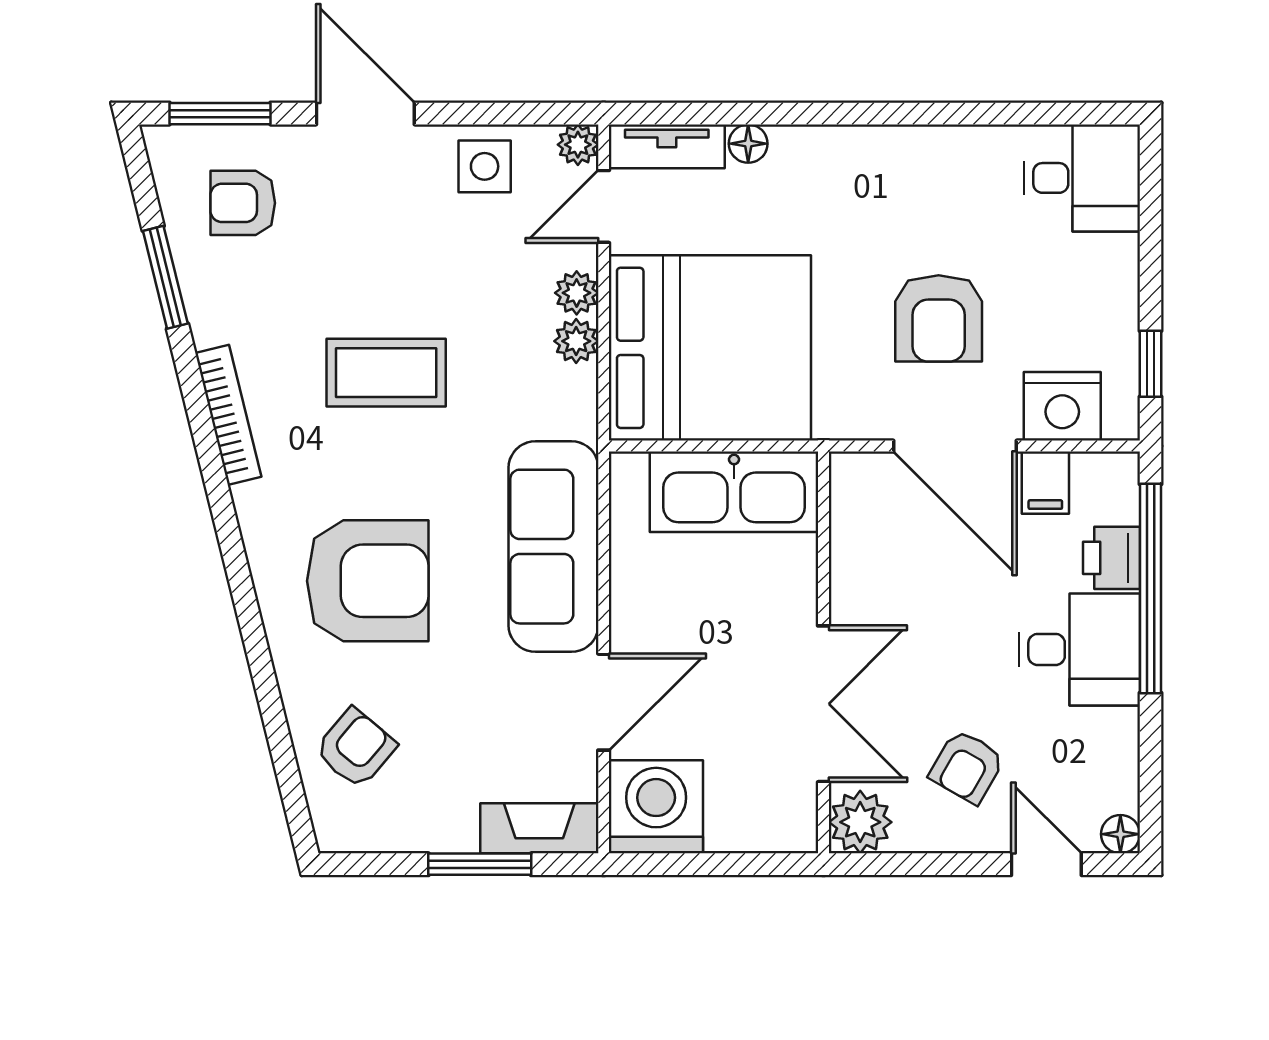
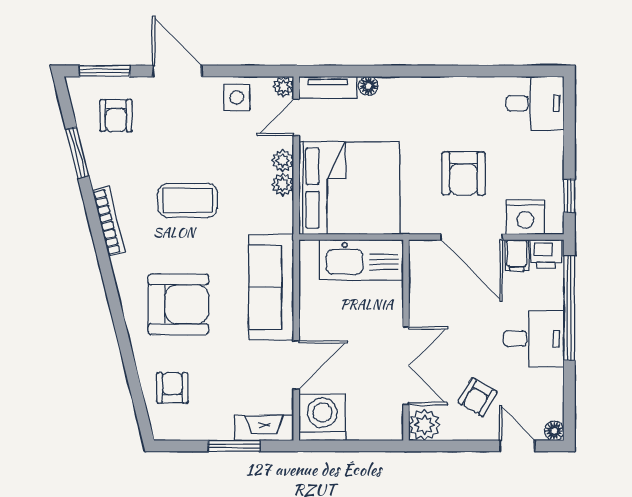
armchair: (243, 203) -> (116, 116), turned -90
printer: (1111, 558) -> (546, 254), moved, turned -90
armchair: (356, 748) -> (172, 388), turned -40

